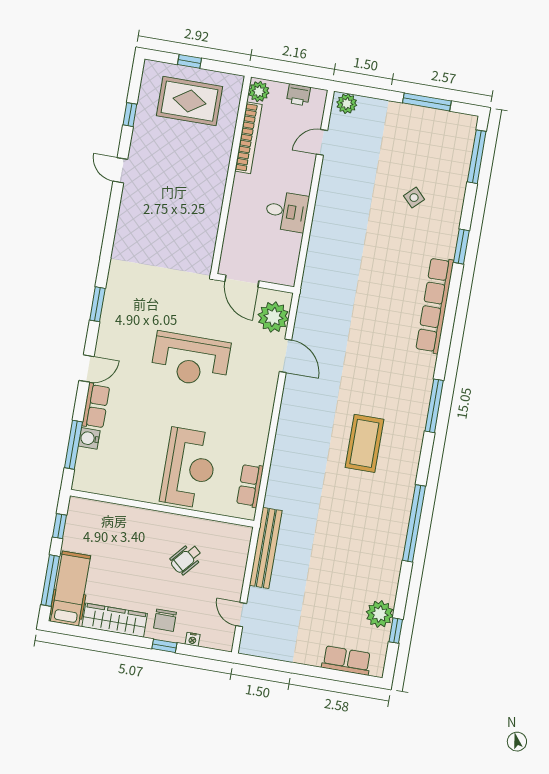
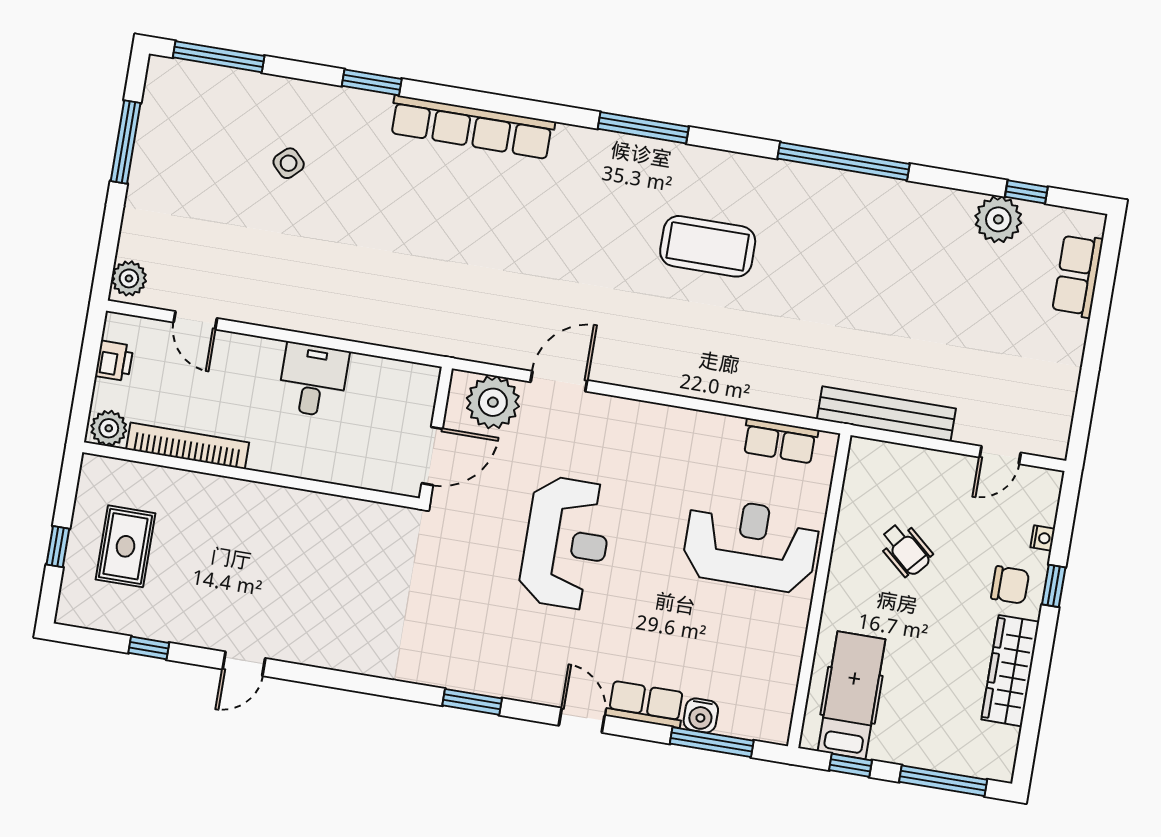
rug: (190, 101) -> (125, 546), width x0.73, depth x0.70
hospital bed: (70, 589) -> (852, 695), moved, turned 90

